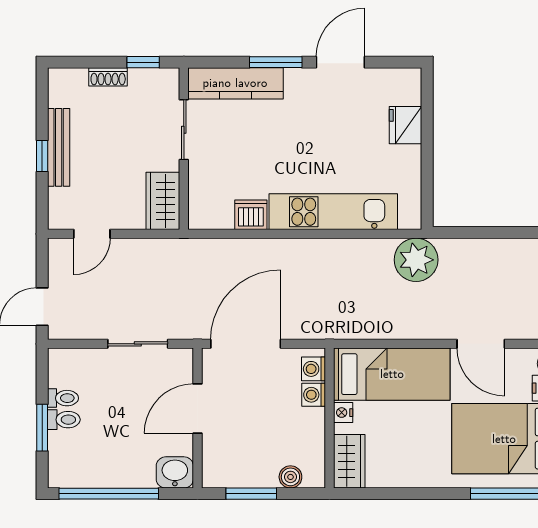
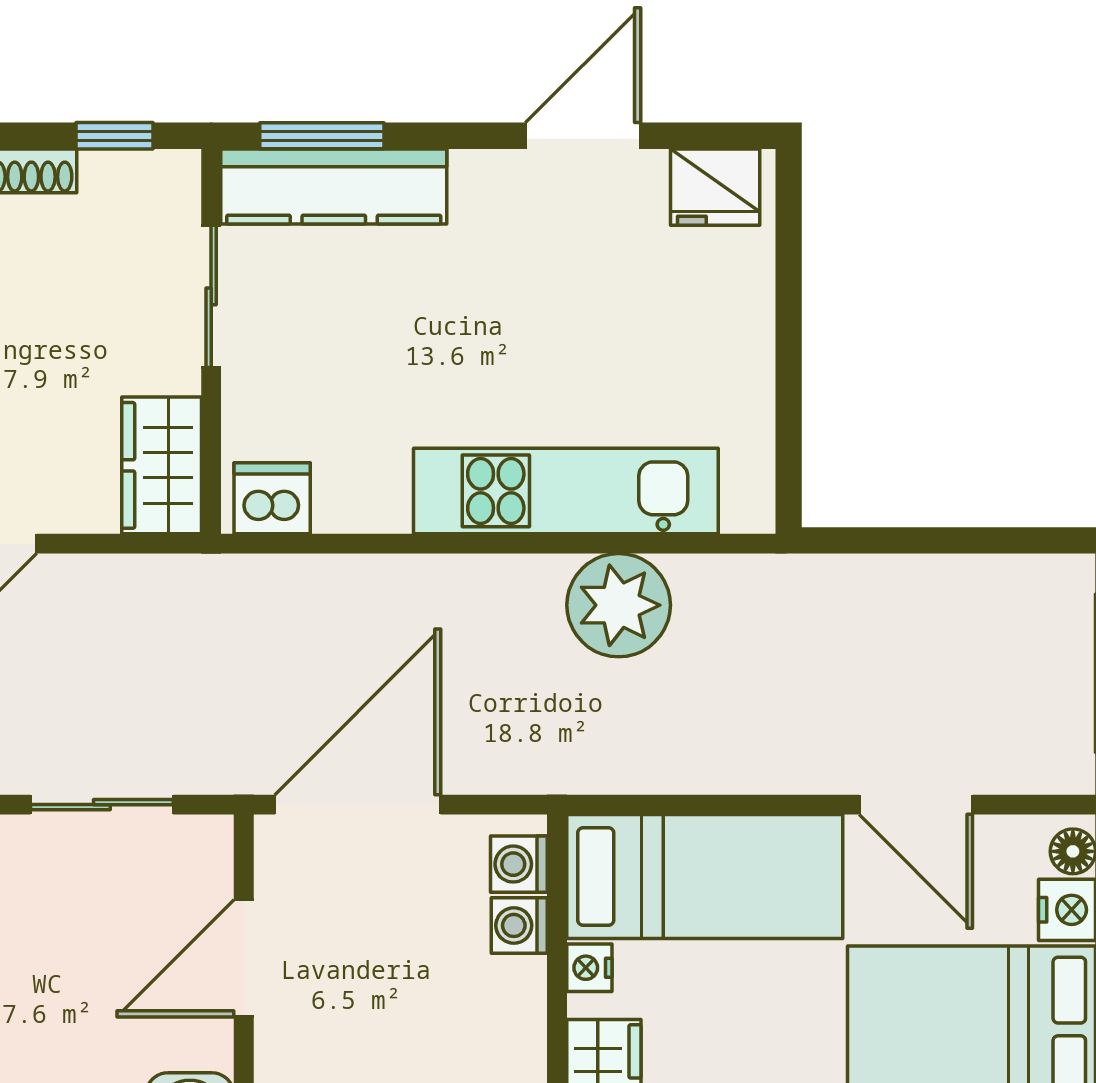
window: (276, 62) -> (322, 136), moved
fridge: (405, 125) -> (715, 187), moved, turned -90
dishwasher: (251, 215) -> (272, 498), moved
plant: (416, 260) -> (619, 605), moved

